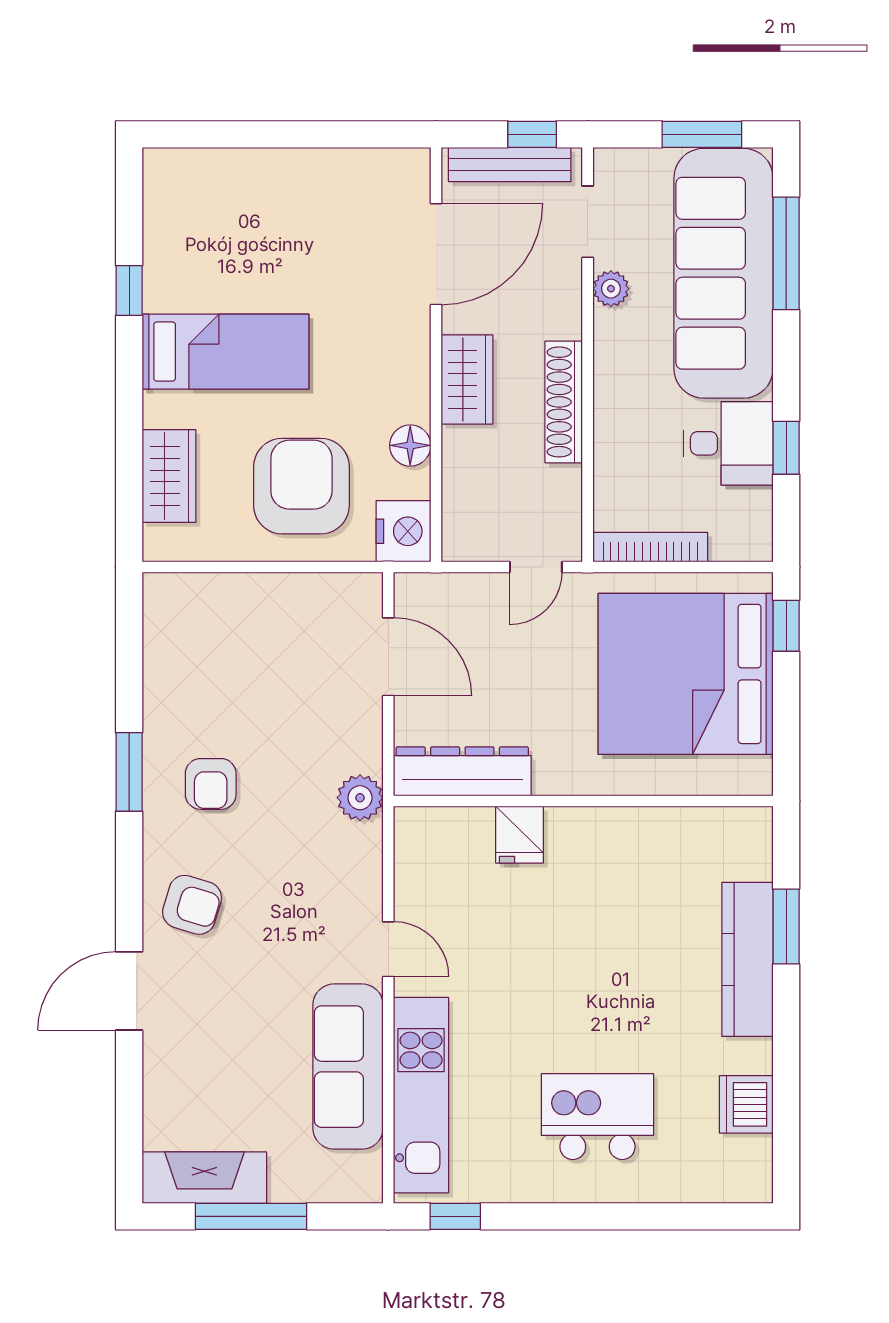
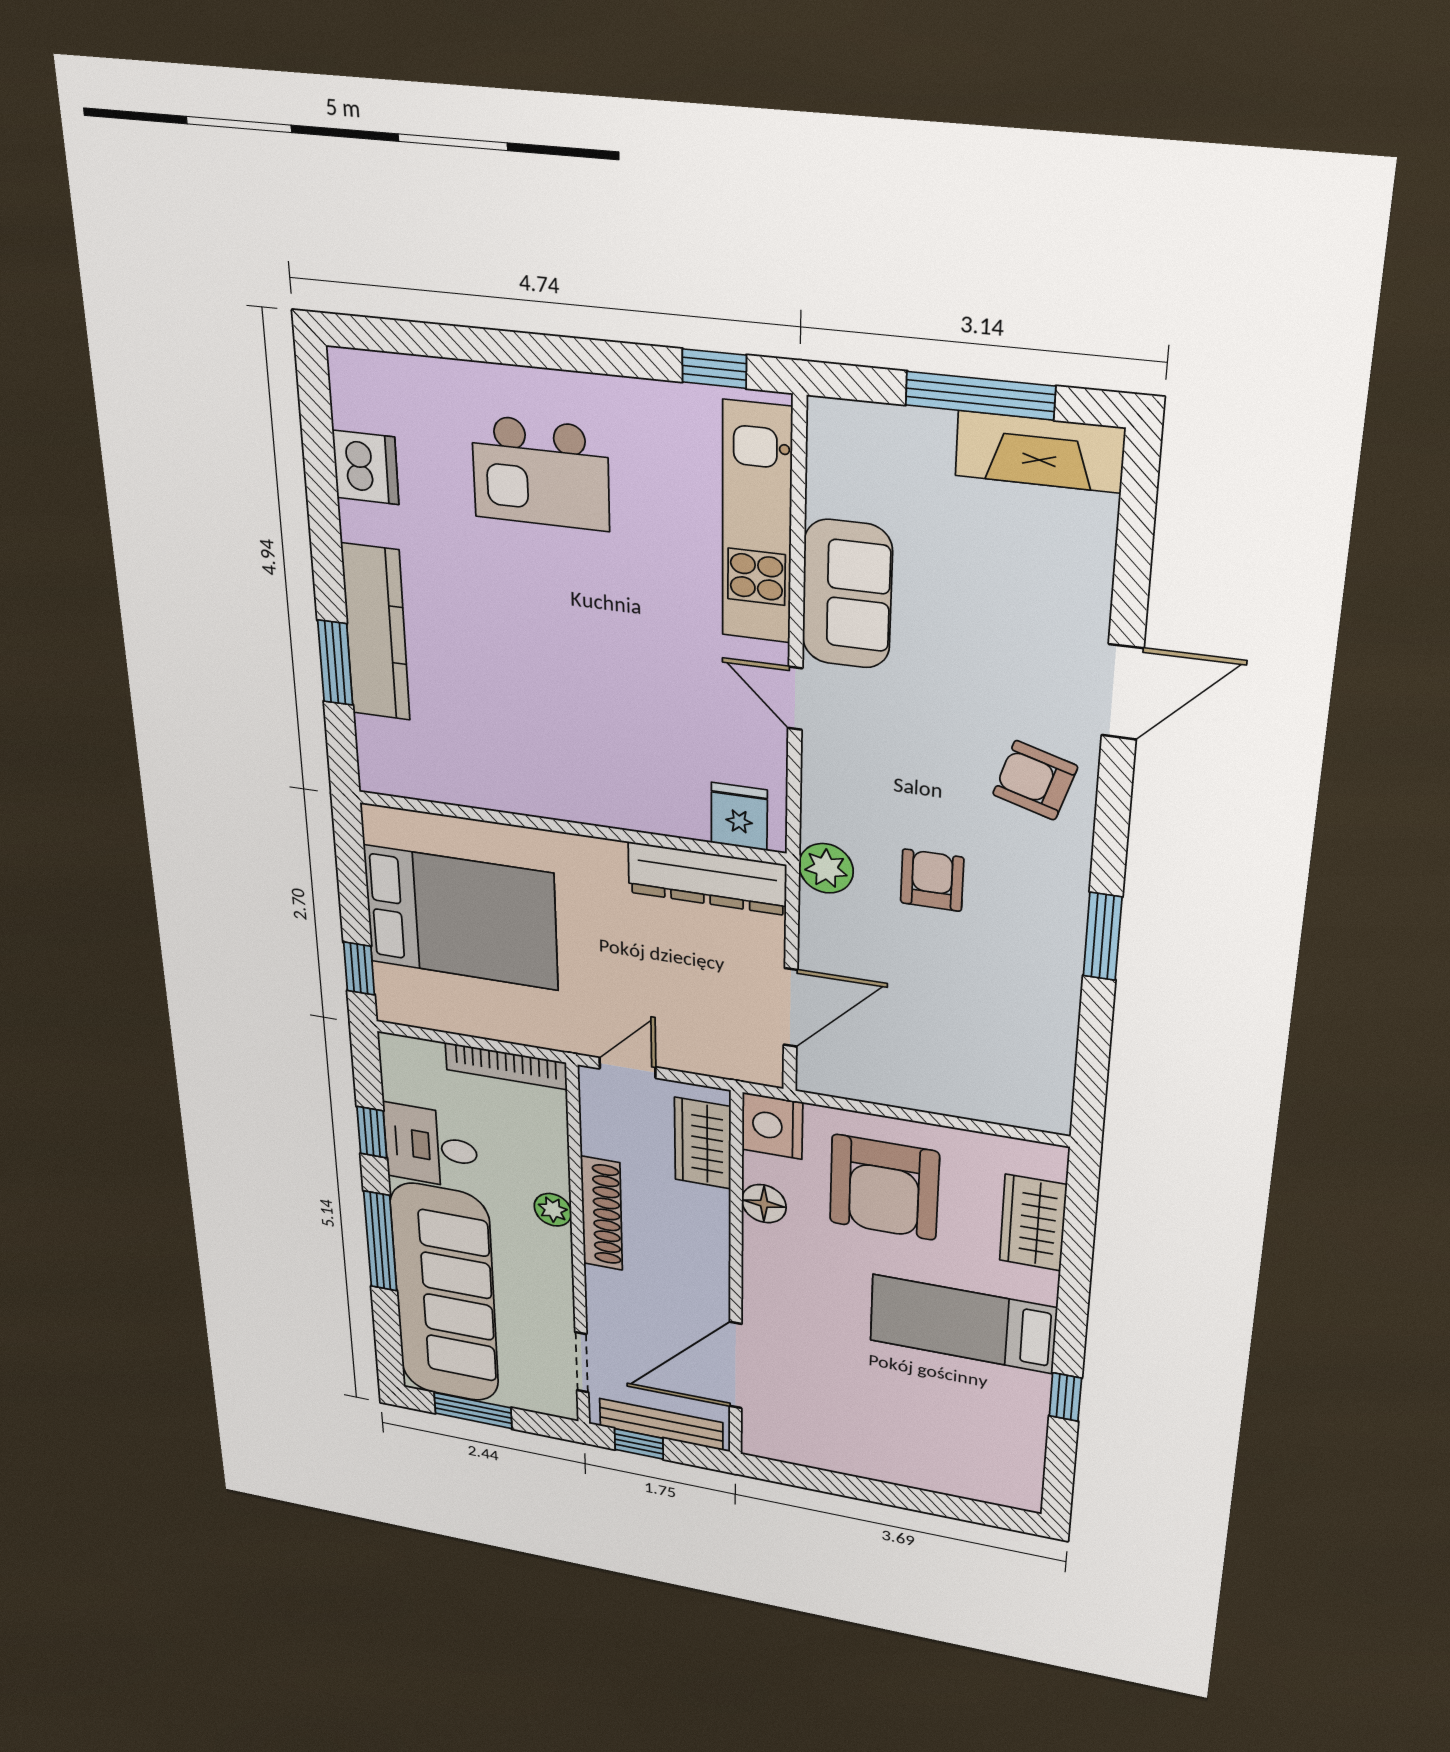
window: (786, 253) -> (380, 1241), moved
plant: (611, 289) -> (553, 1210), moved
wardrobe: (467, 379) -> (703, 1143), moved
door: (388, 657) -> (791, 1008), swing flipped
bed: (686, 674) -> (461, 918), width x0.73
armchair: (211, 784) -> (932, 880), moved
fridge: (520, 835) -> (739, 817), moved
sofa: (348, 1067) -> (847, 594), width x0.73

